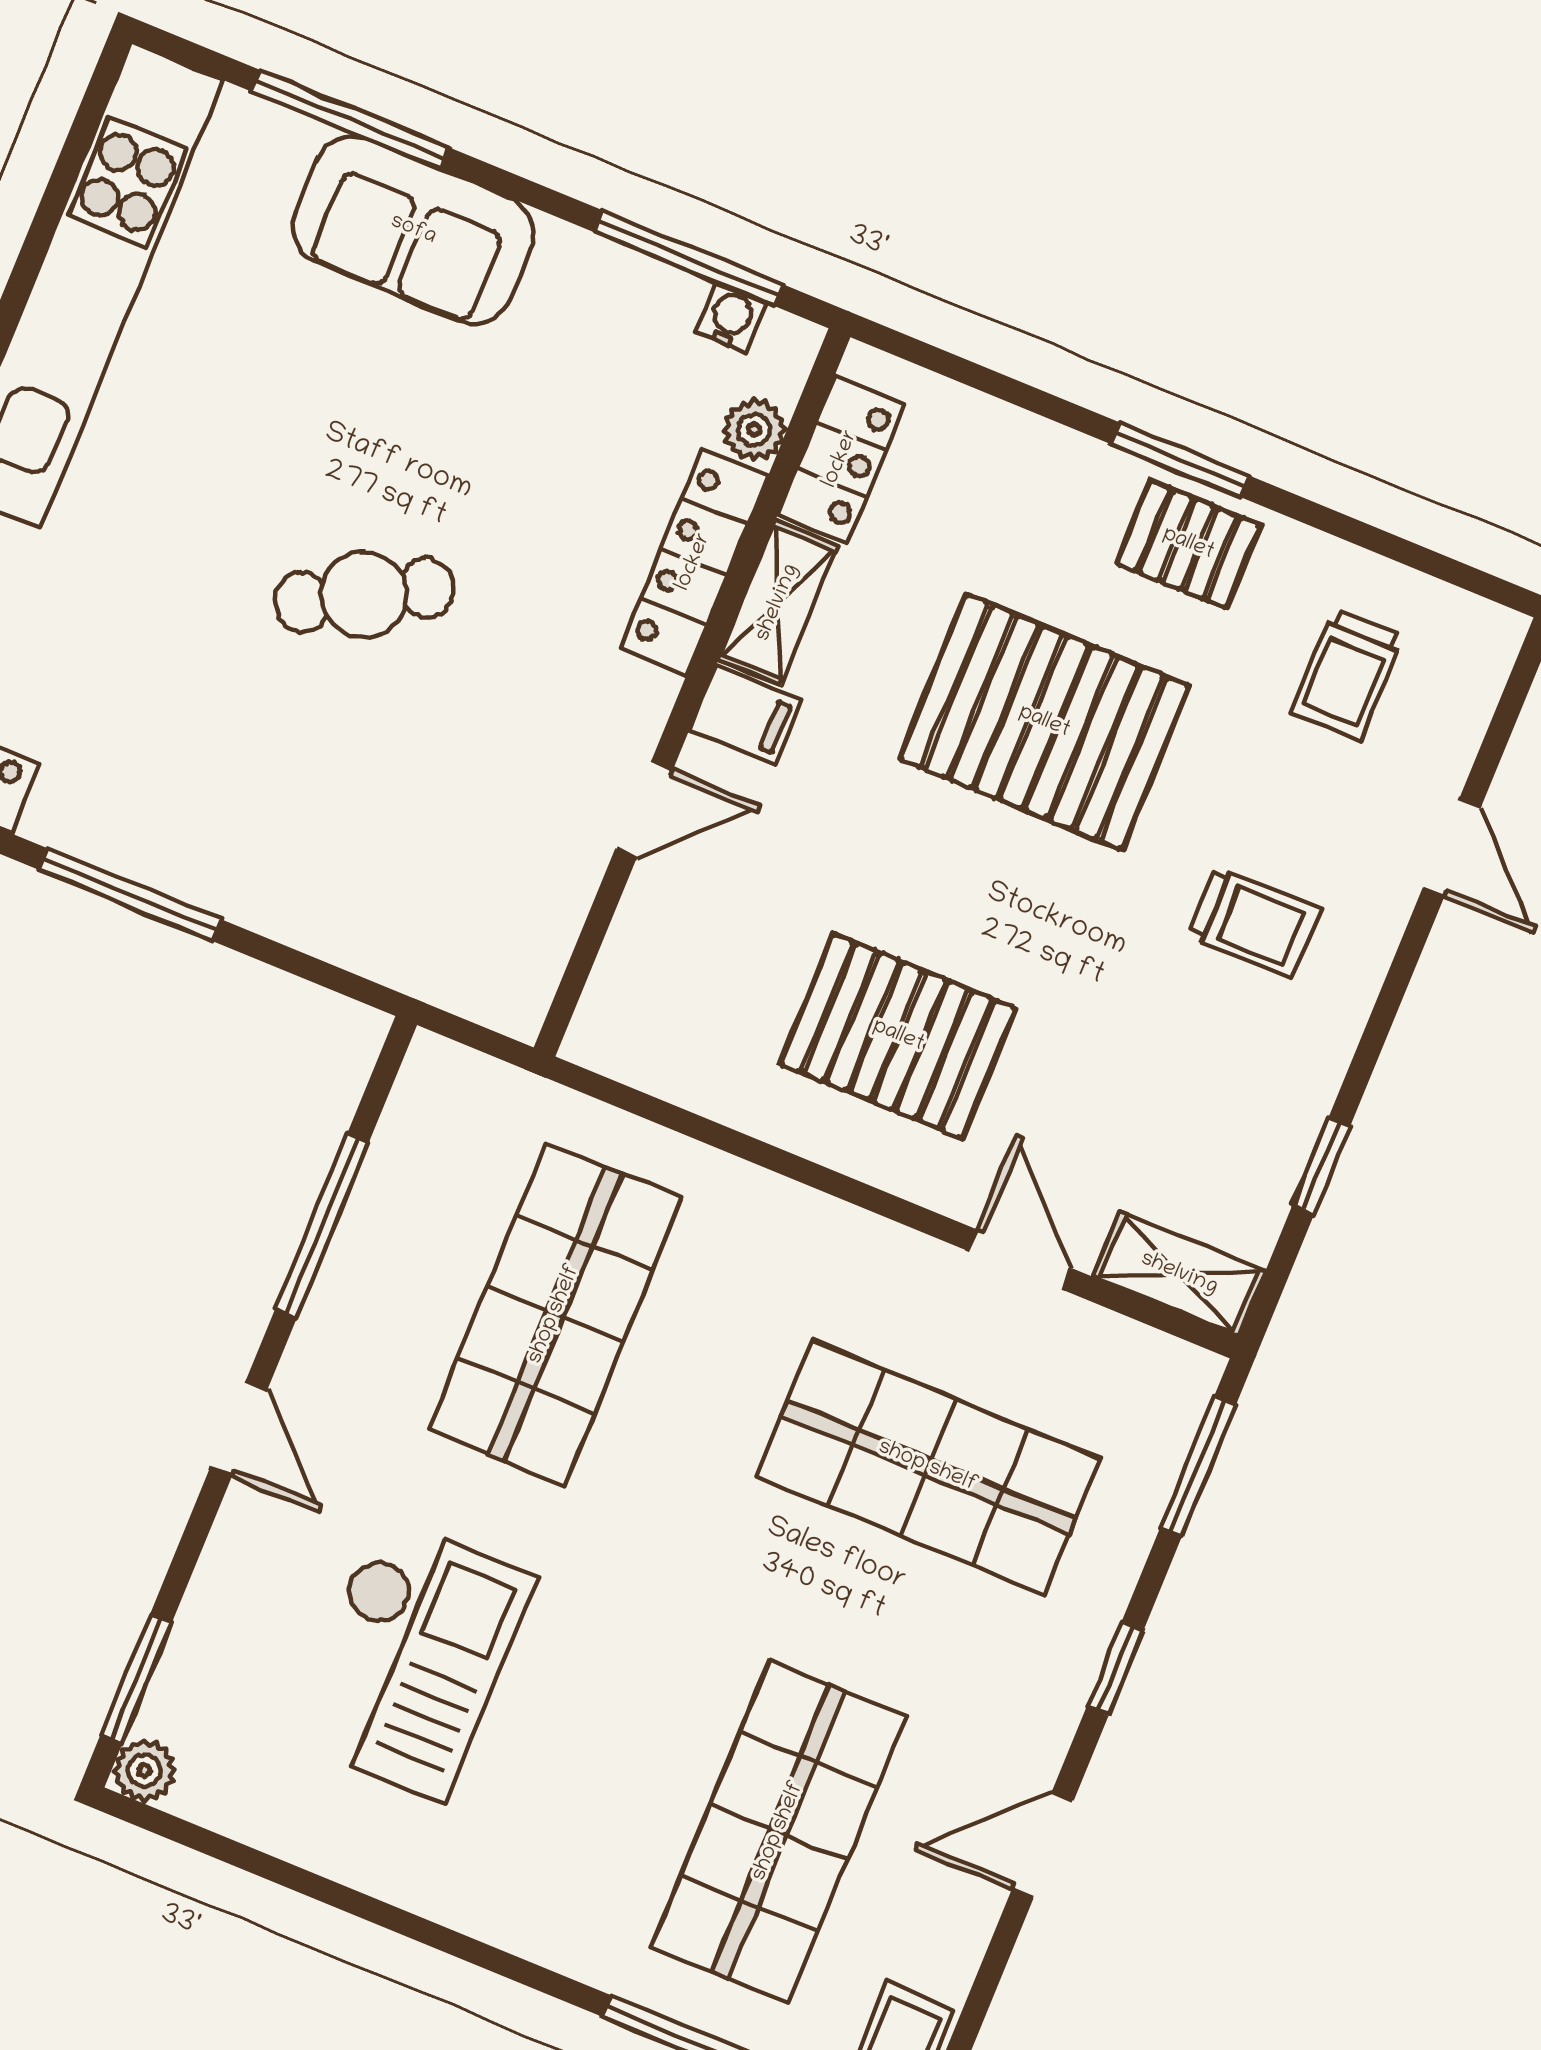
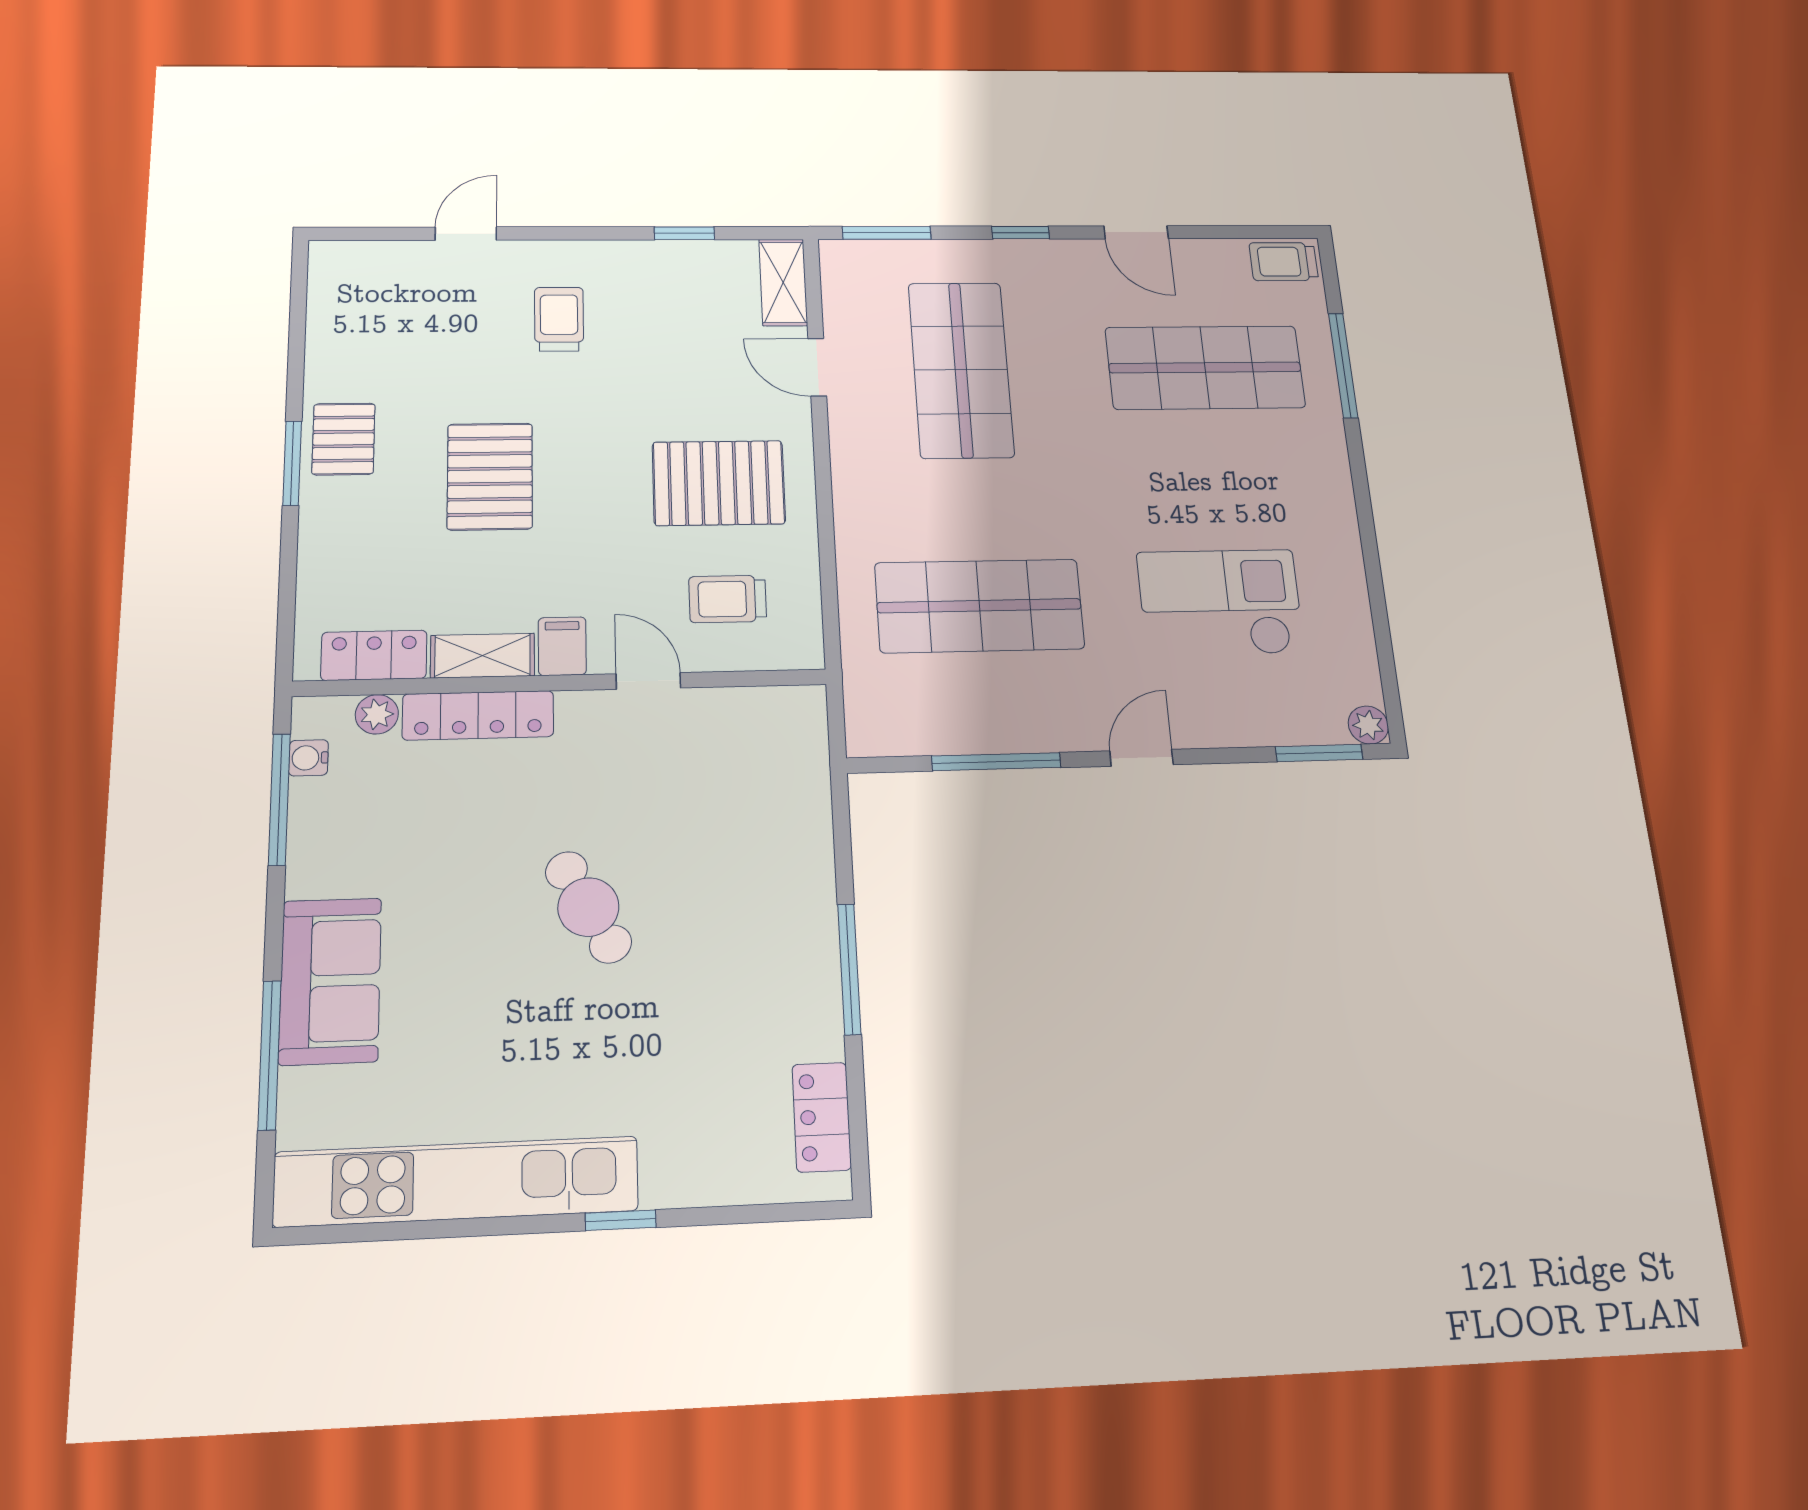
trolley: (1347, 675) -> (728, 599), moved, turned 180
pallet: (1044, 722) -> (490, 476), width x0.73, depth x0.71
pallet: (898, 1036) -> (719, 483), turned 90
door: (1020, 1260) -> (817, 367), hinge flipped

